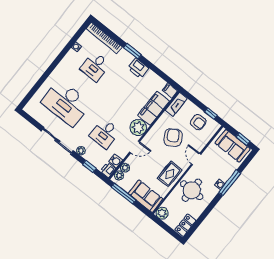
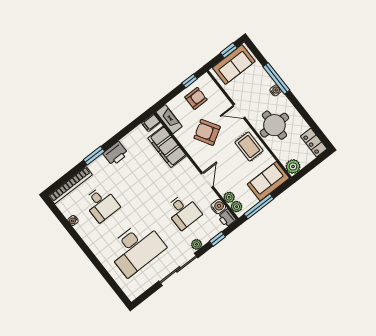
plant: (138, 128) -> (185, 170), removed

